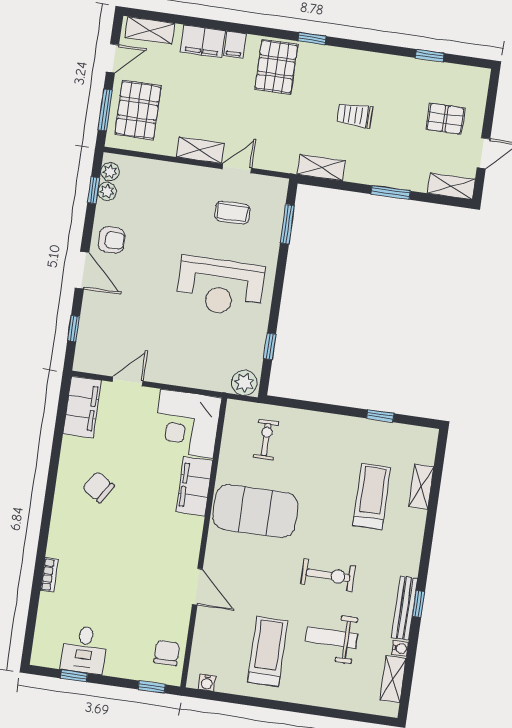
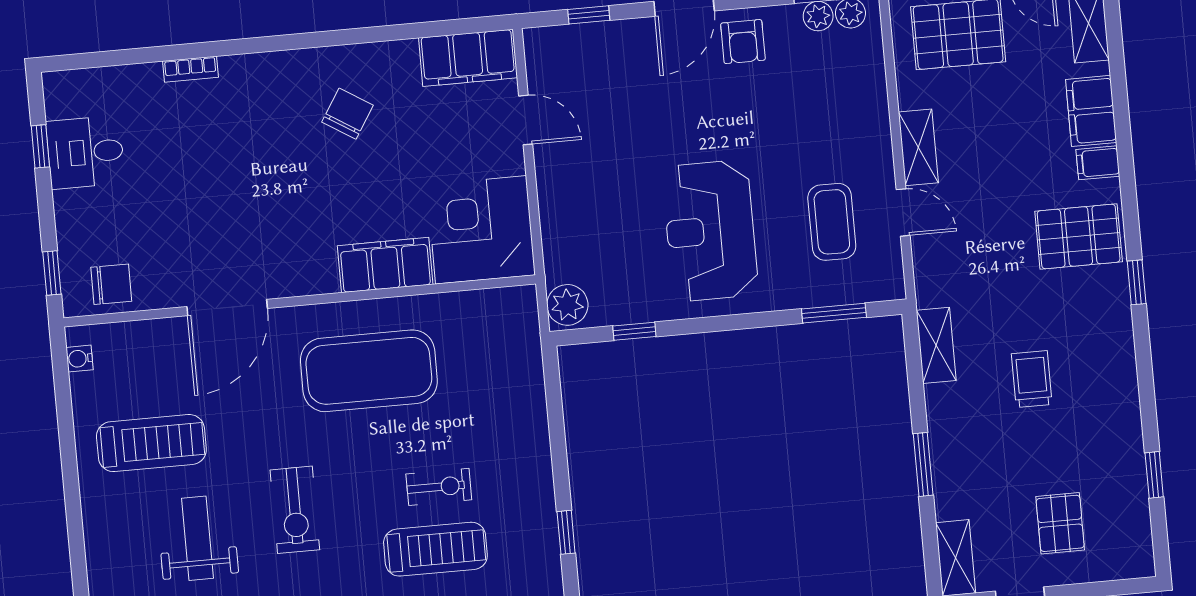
coffee table: (232, 212) -> (832, 222), width x1.36, depth x1.30
exercise bike: (266, 439) -> (439, 487), moved
exercise mat: (255, 511) -> (369, 371), turned 90
door: (197, 587) -> (227, 308), width x1.36

